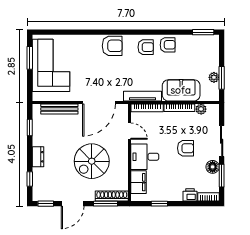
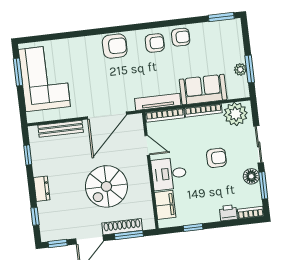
plant: (201, 109) -> (236, 114), width x1.88, depth x1.88
shoe rack: (112, 196) -> (122, 227), moved

